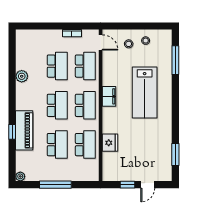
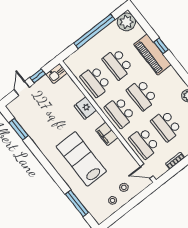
fridge: (110, 143) -> (85, 108), moved
kitchen sink: (111, 175) -> (57, 73), added
plant: (20, 176) -> (126, 22), width x1.88, depth x1.88
window: (55, 185) -> (94, 31), width x1.46

